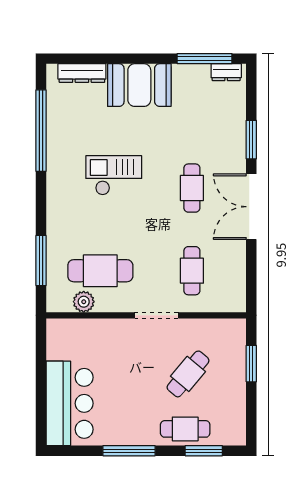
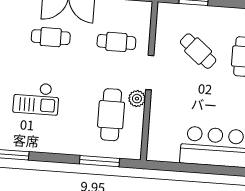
checkout: (114, 175) -> (36, 98), turned -90
plant: (84, 302) -> (137, 99), moved

